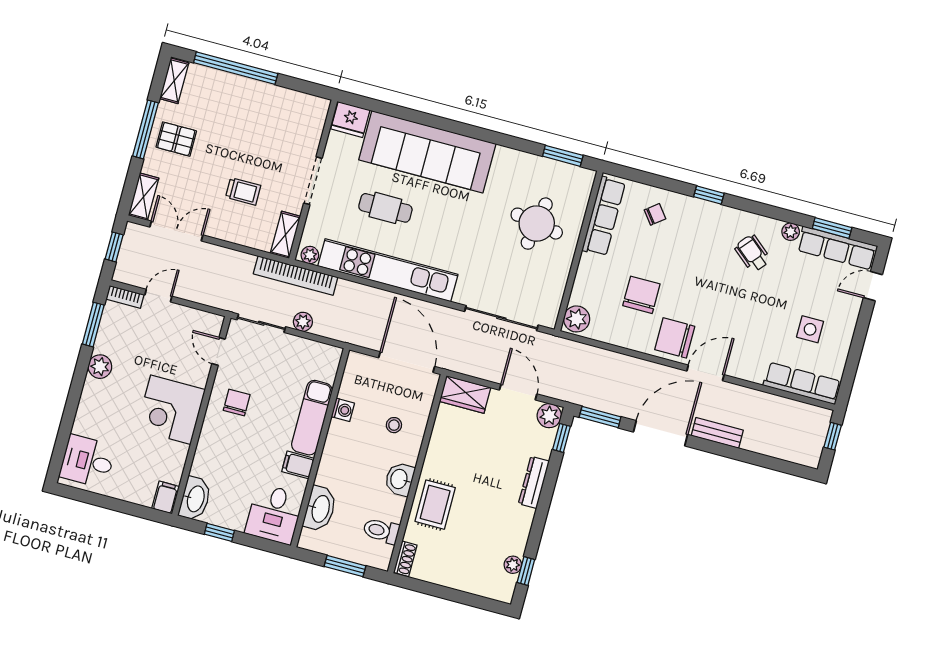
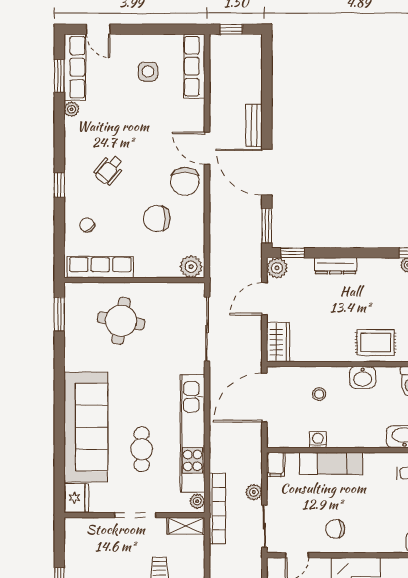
wheelchair: (753, 253) -> (109, 170), moved
filing cabinet: (298, 465) -> (276, 465), moved

